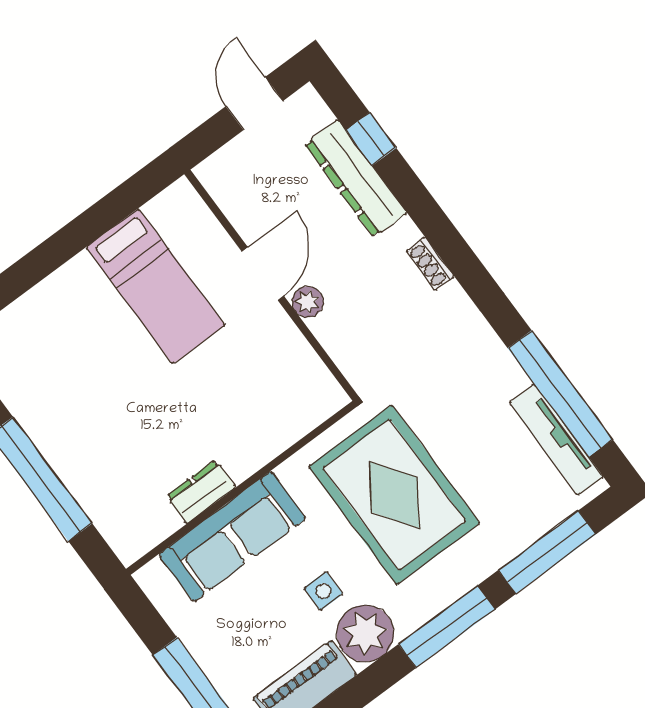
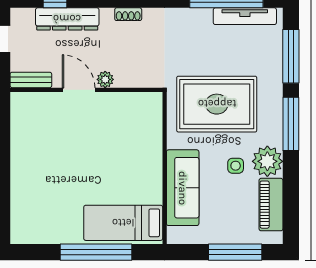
bench: (225, 192) -> (31, 80), added
bed: (156, 286) -> (123, 223), moved, turned 180
dresser: (201, 492) -> (153, 187), removed

